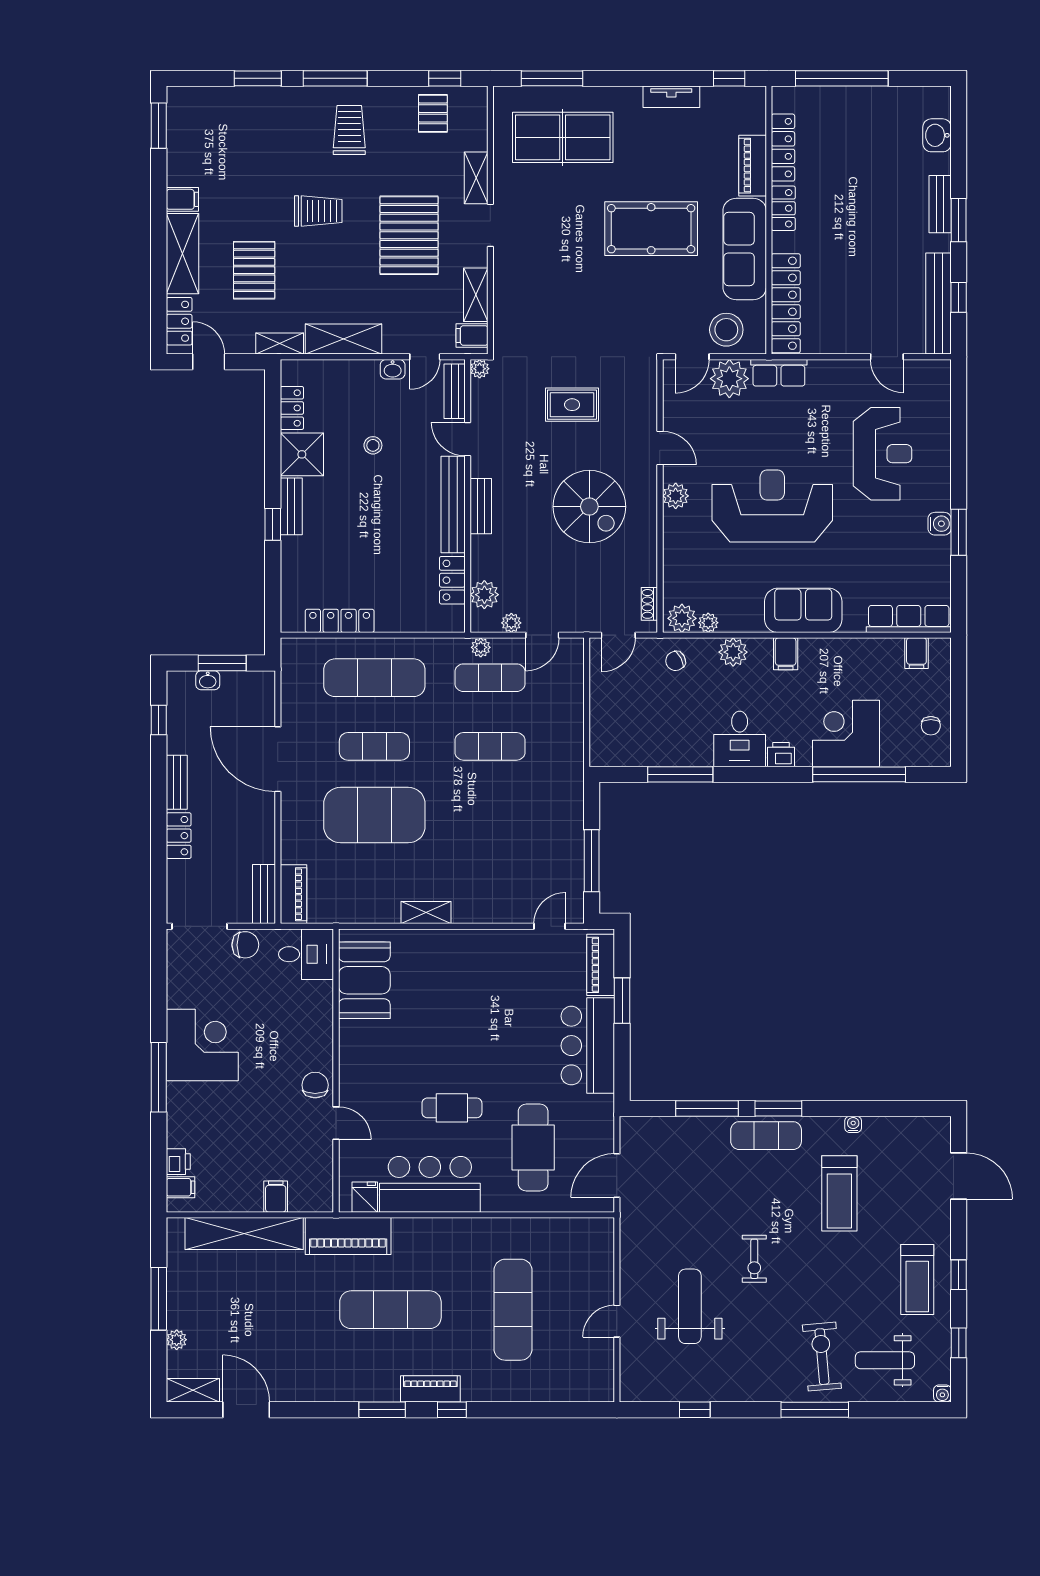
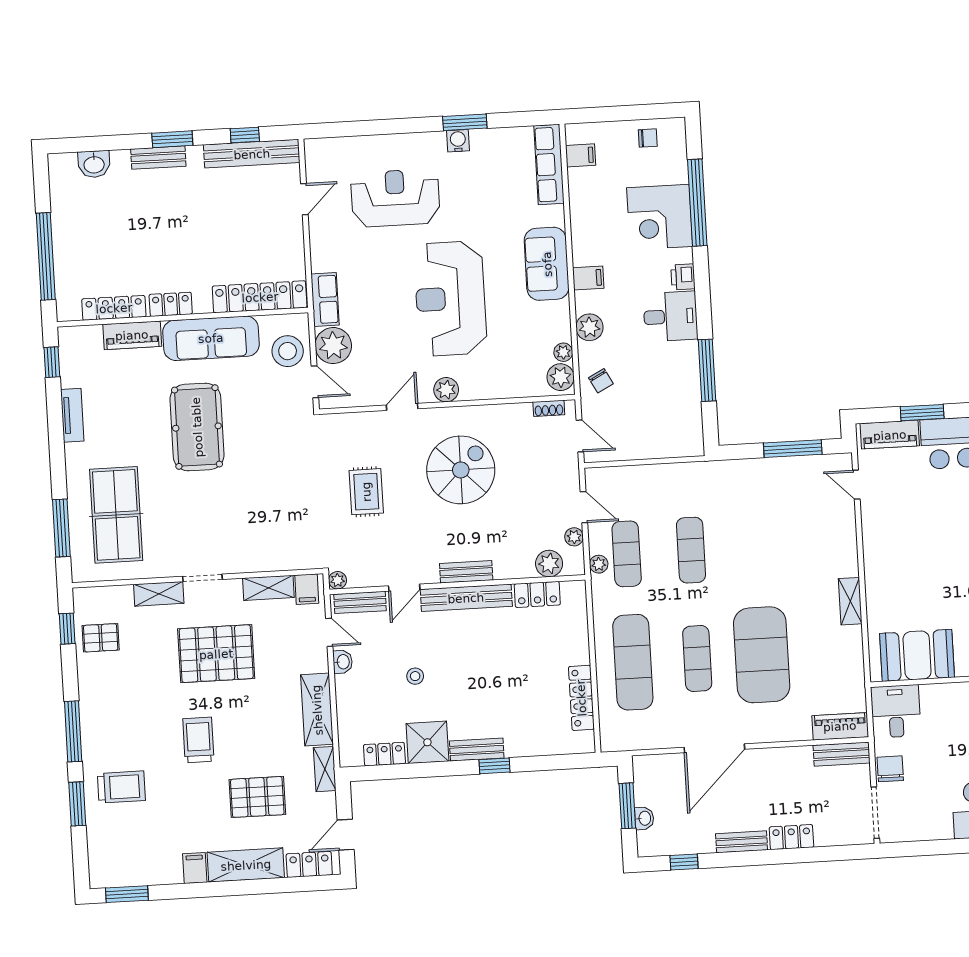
trolley: (349, 130) -> (121, 787), moved, turned 180

